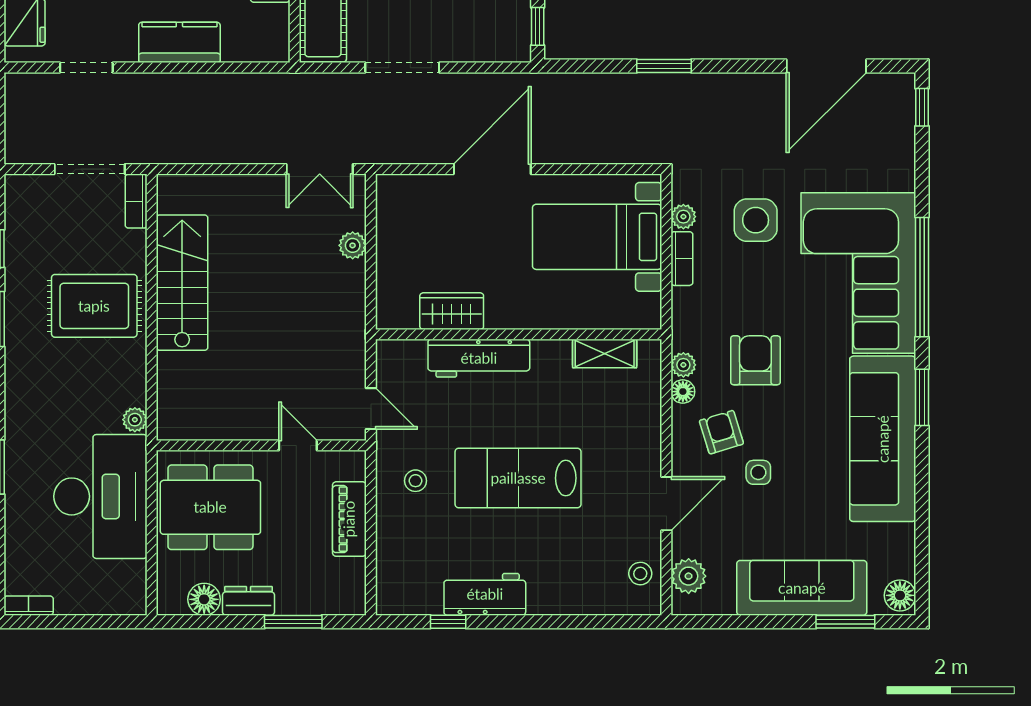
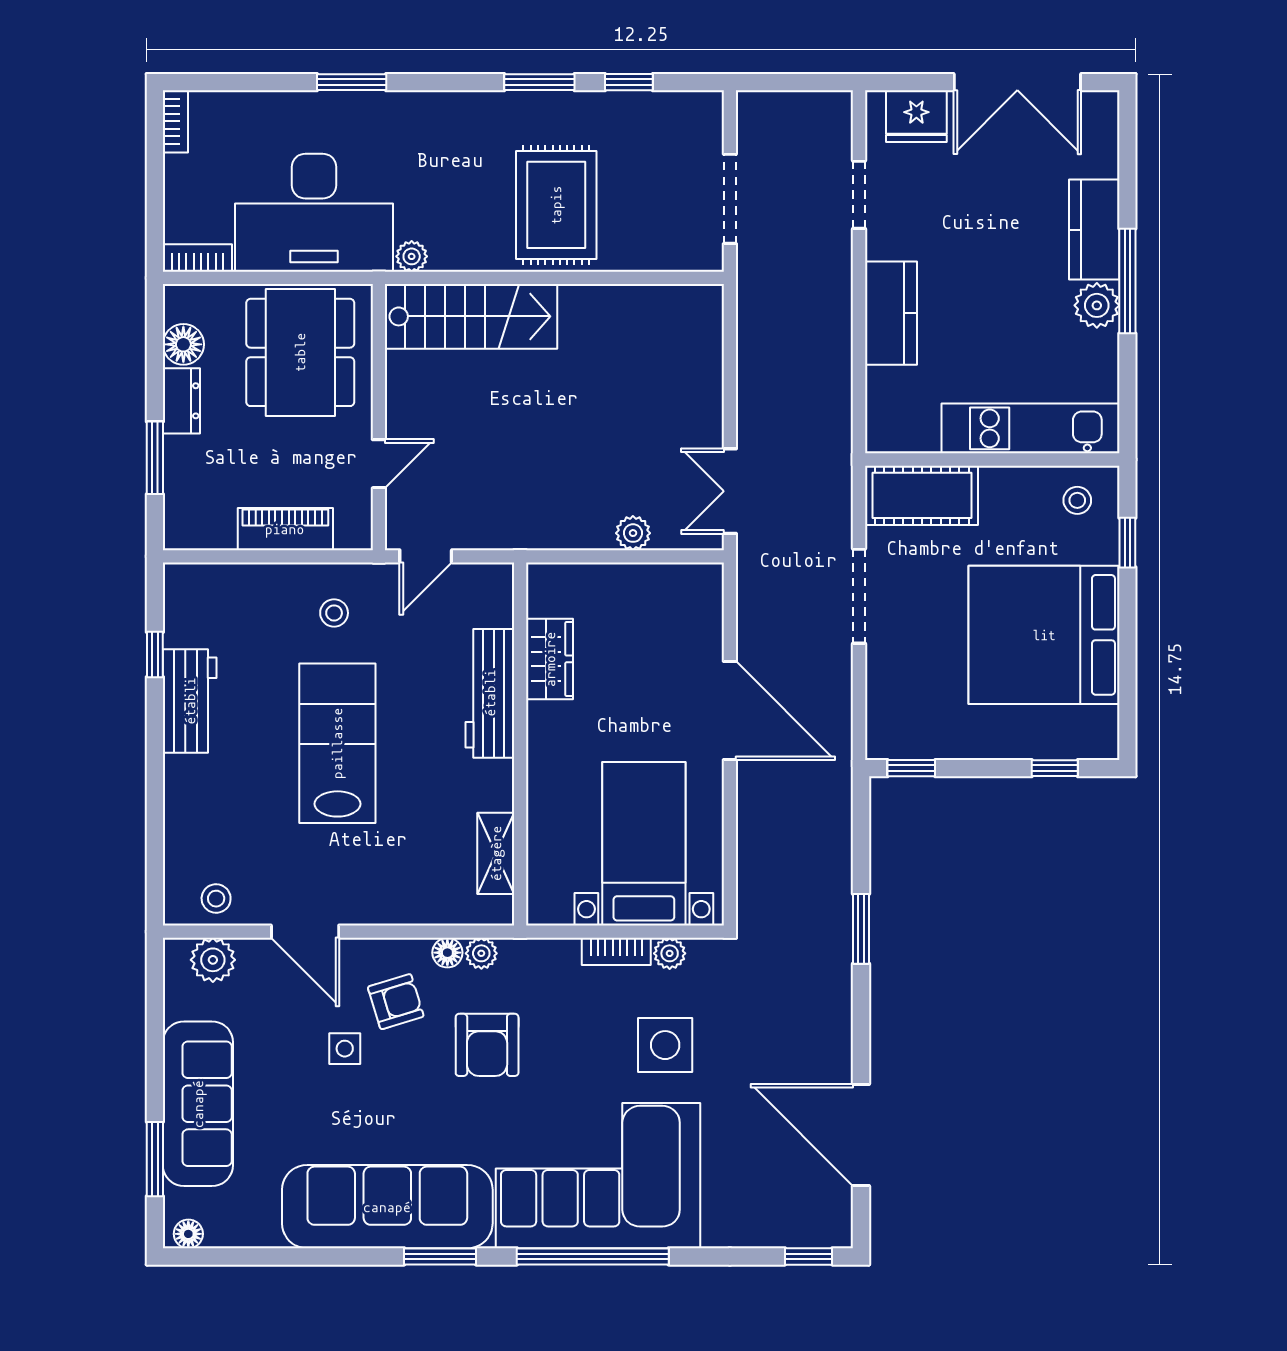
bookcase: (136, 201) -> (197, 258), moved
stairs: (182, 283) -> (471, 316), moved
armchair: (755, 360) -> (487, 1045), turned 90
floor lamp: (900, 595) -> (188, 1234), width x0.73, depth x0.73

